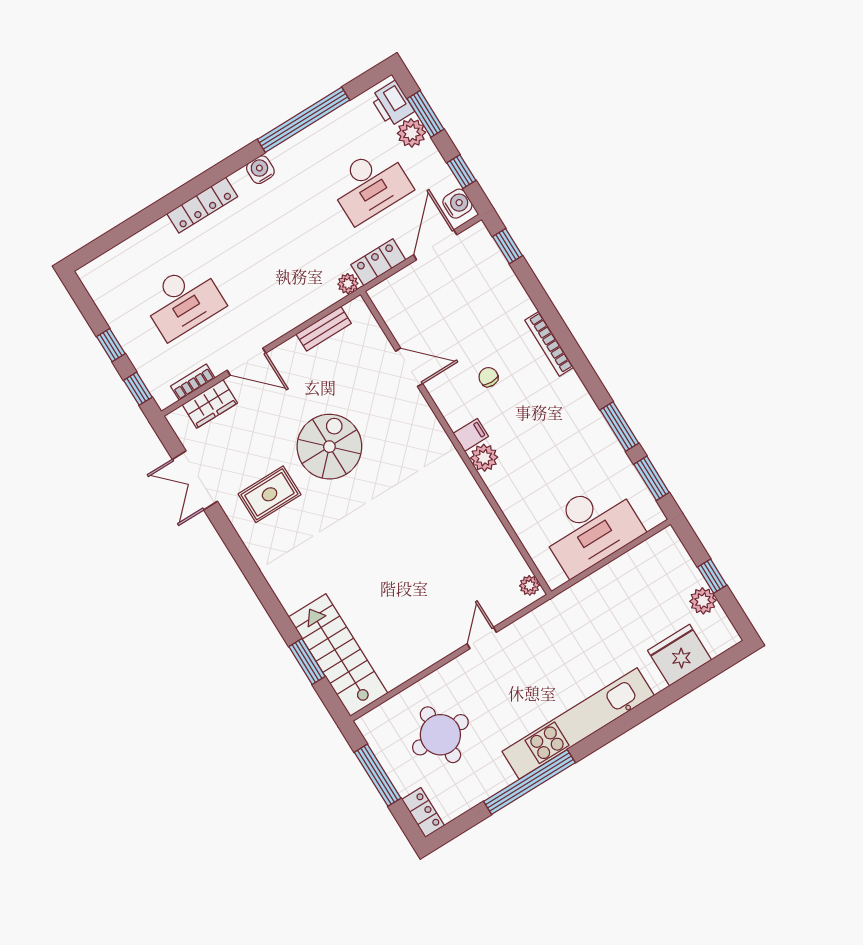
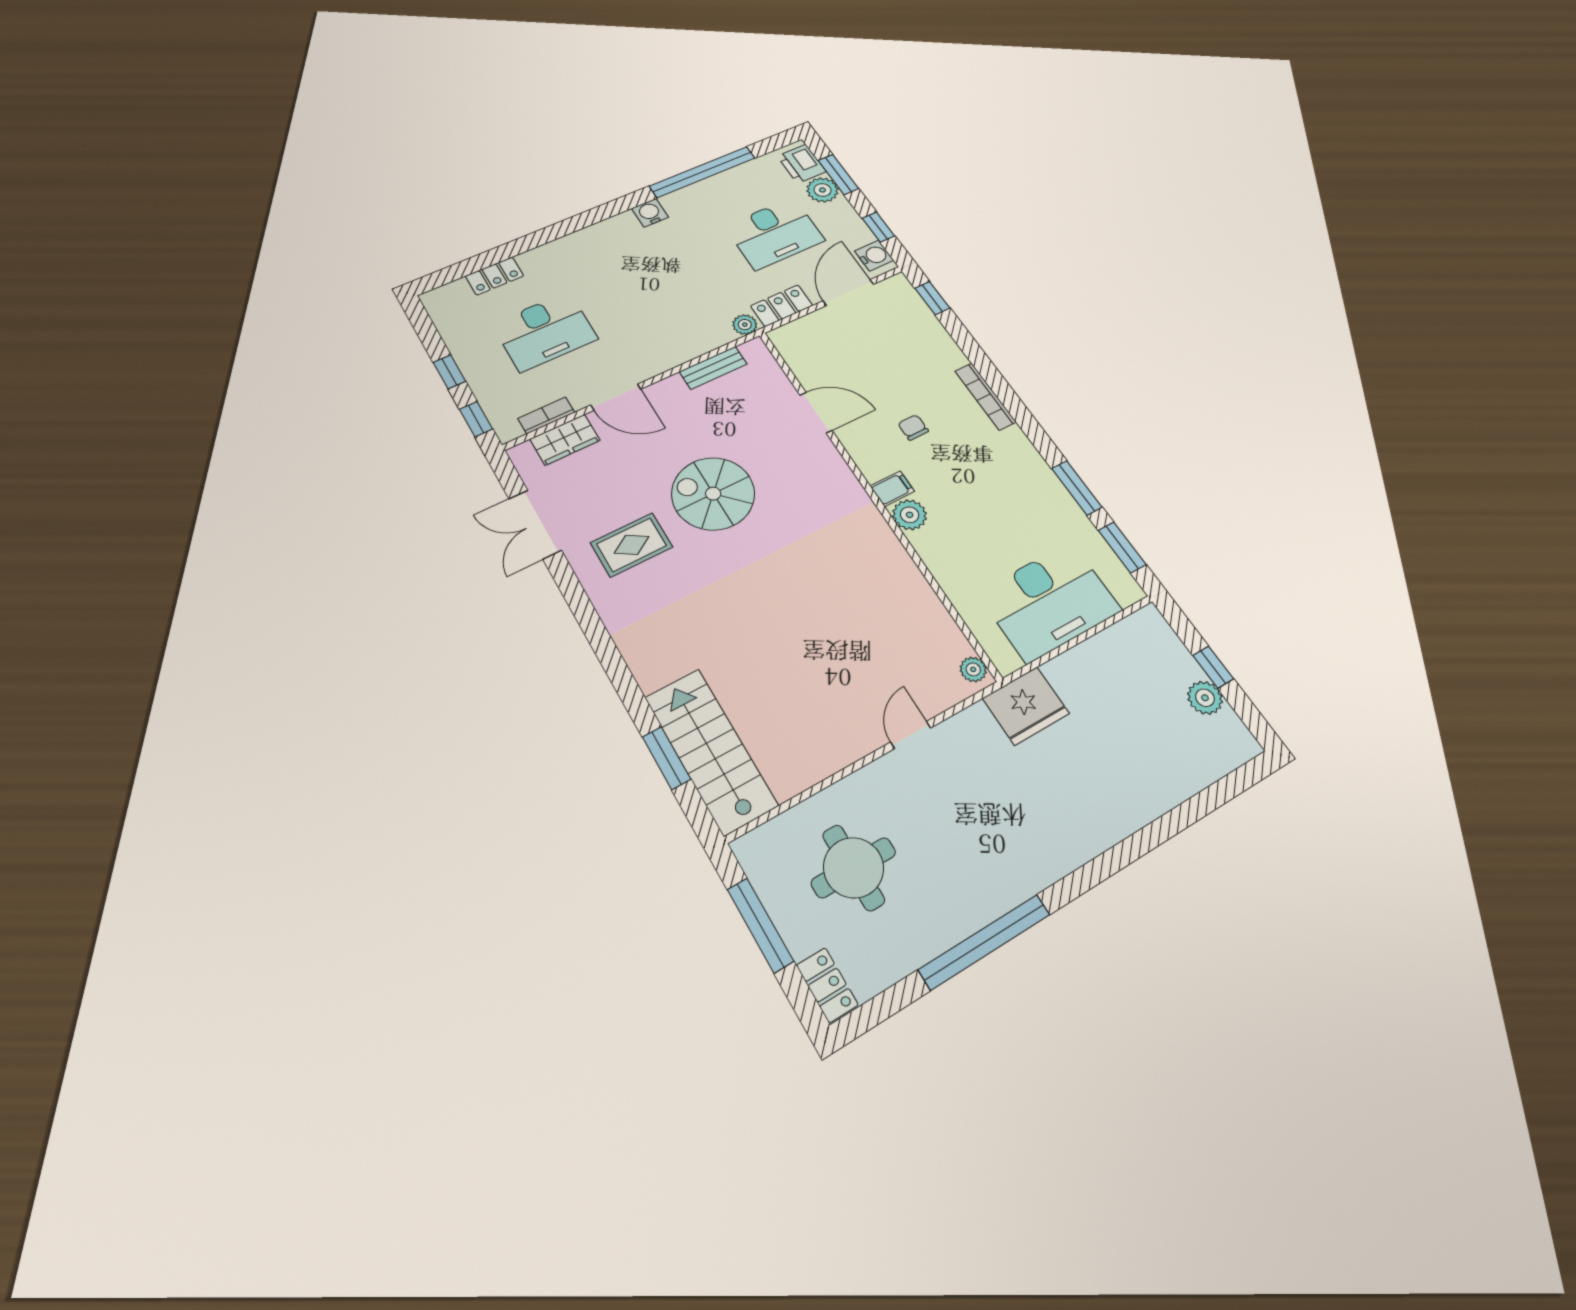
locker: (202, 205) -> (495, 276), moved, width x0.66
spiral stairs: (329, 447) -> (713, 494), turned -90
fridge: (680, 655) -> (1026, 706), moved, turned 180
kitchen unit: (578, 723) -> (1050, 857), removed

